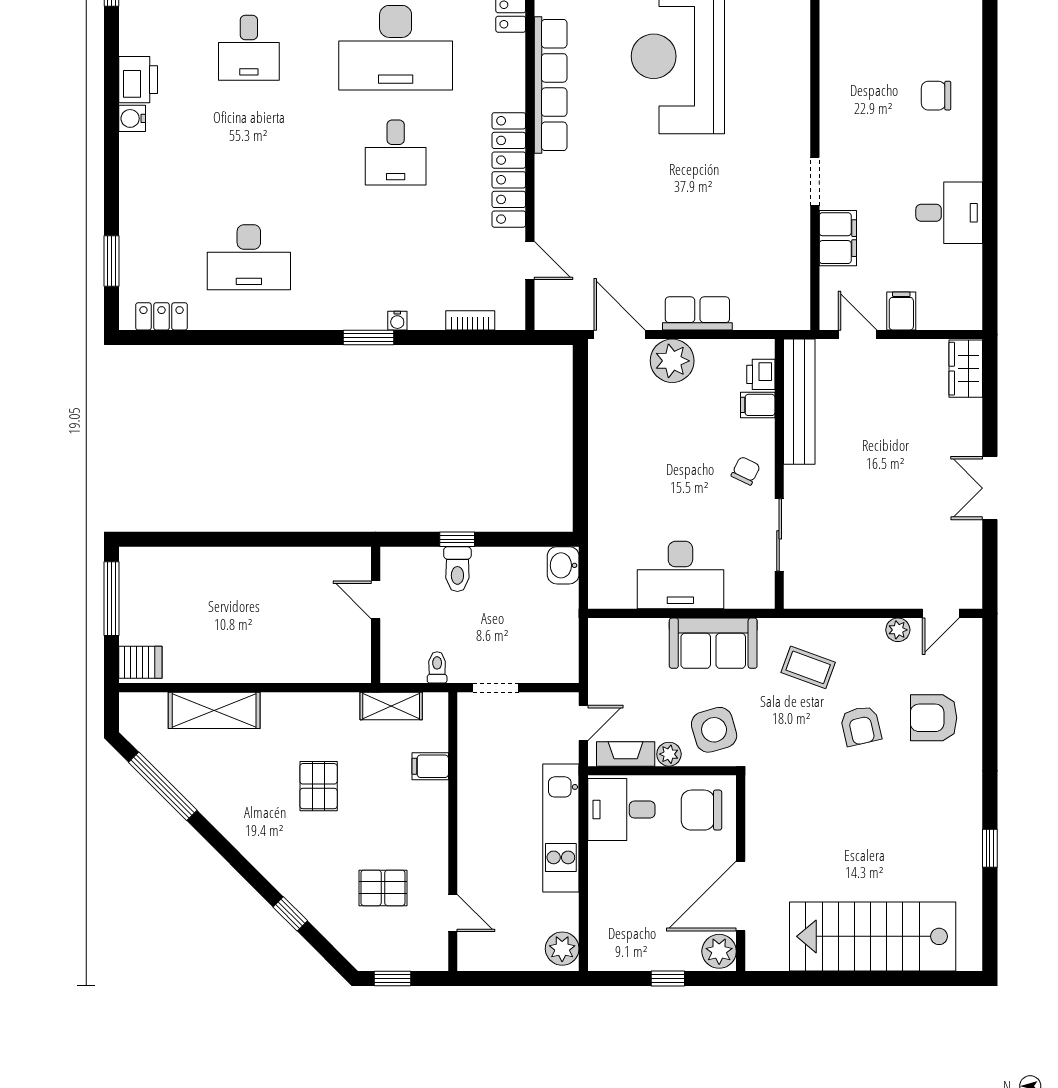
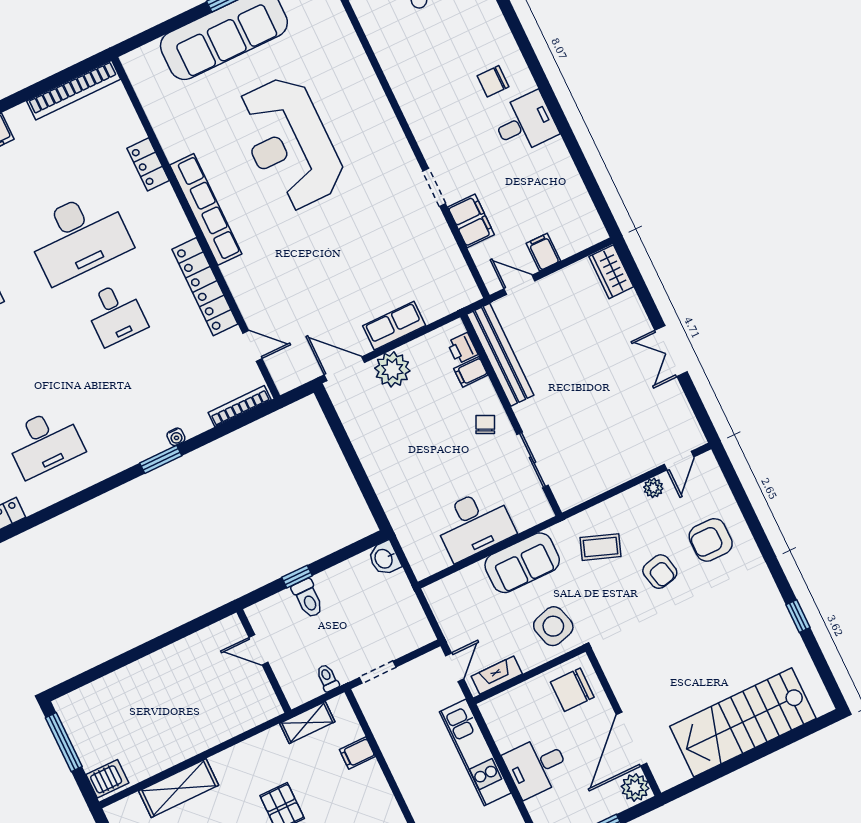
desk: (949, 213) -> (525, 123), moved
bookcase: (470, 320) -> (240, 406), width x1.56
plant: (669, 754) -> (529, 660), removed
desk: (621, 810) -> (537, 766), moved

